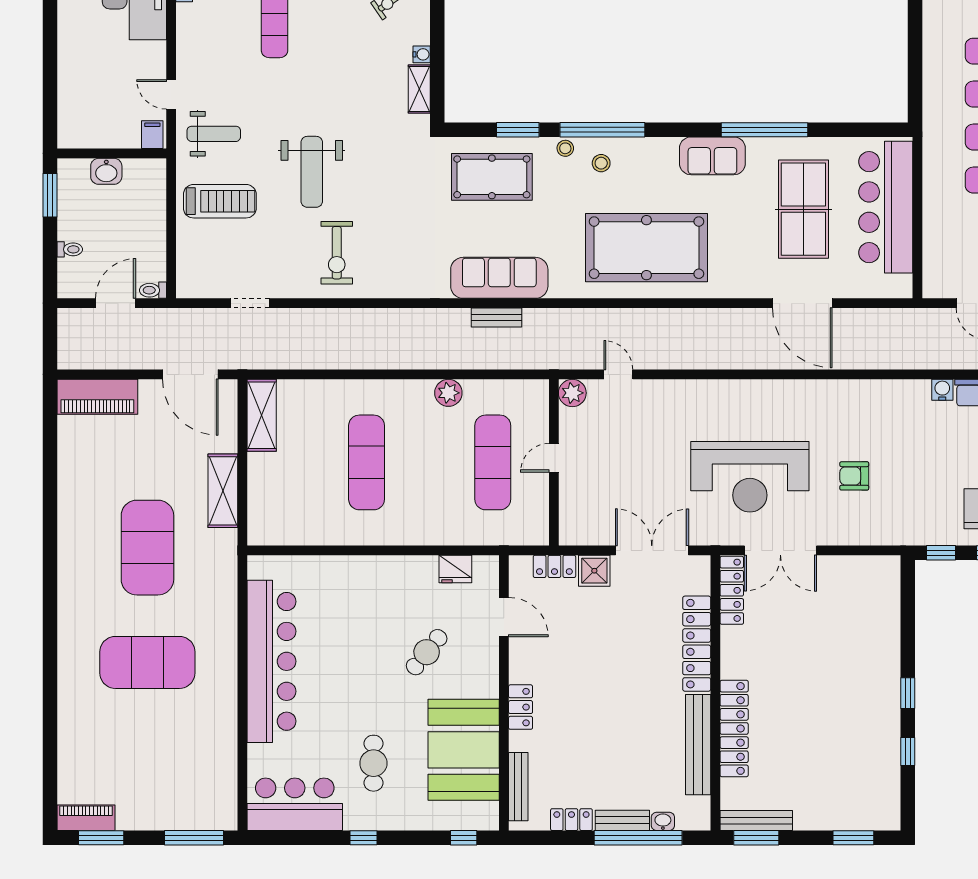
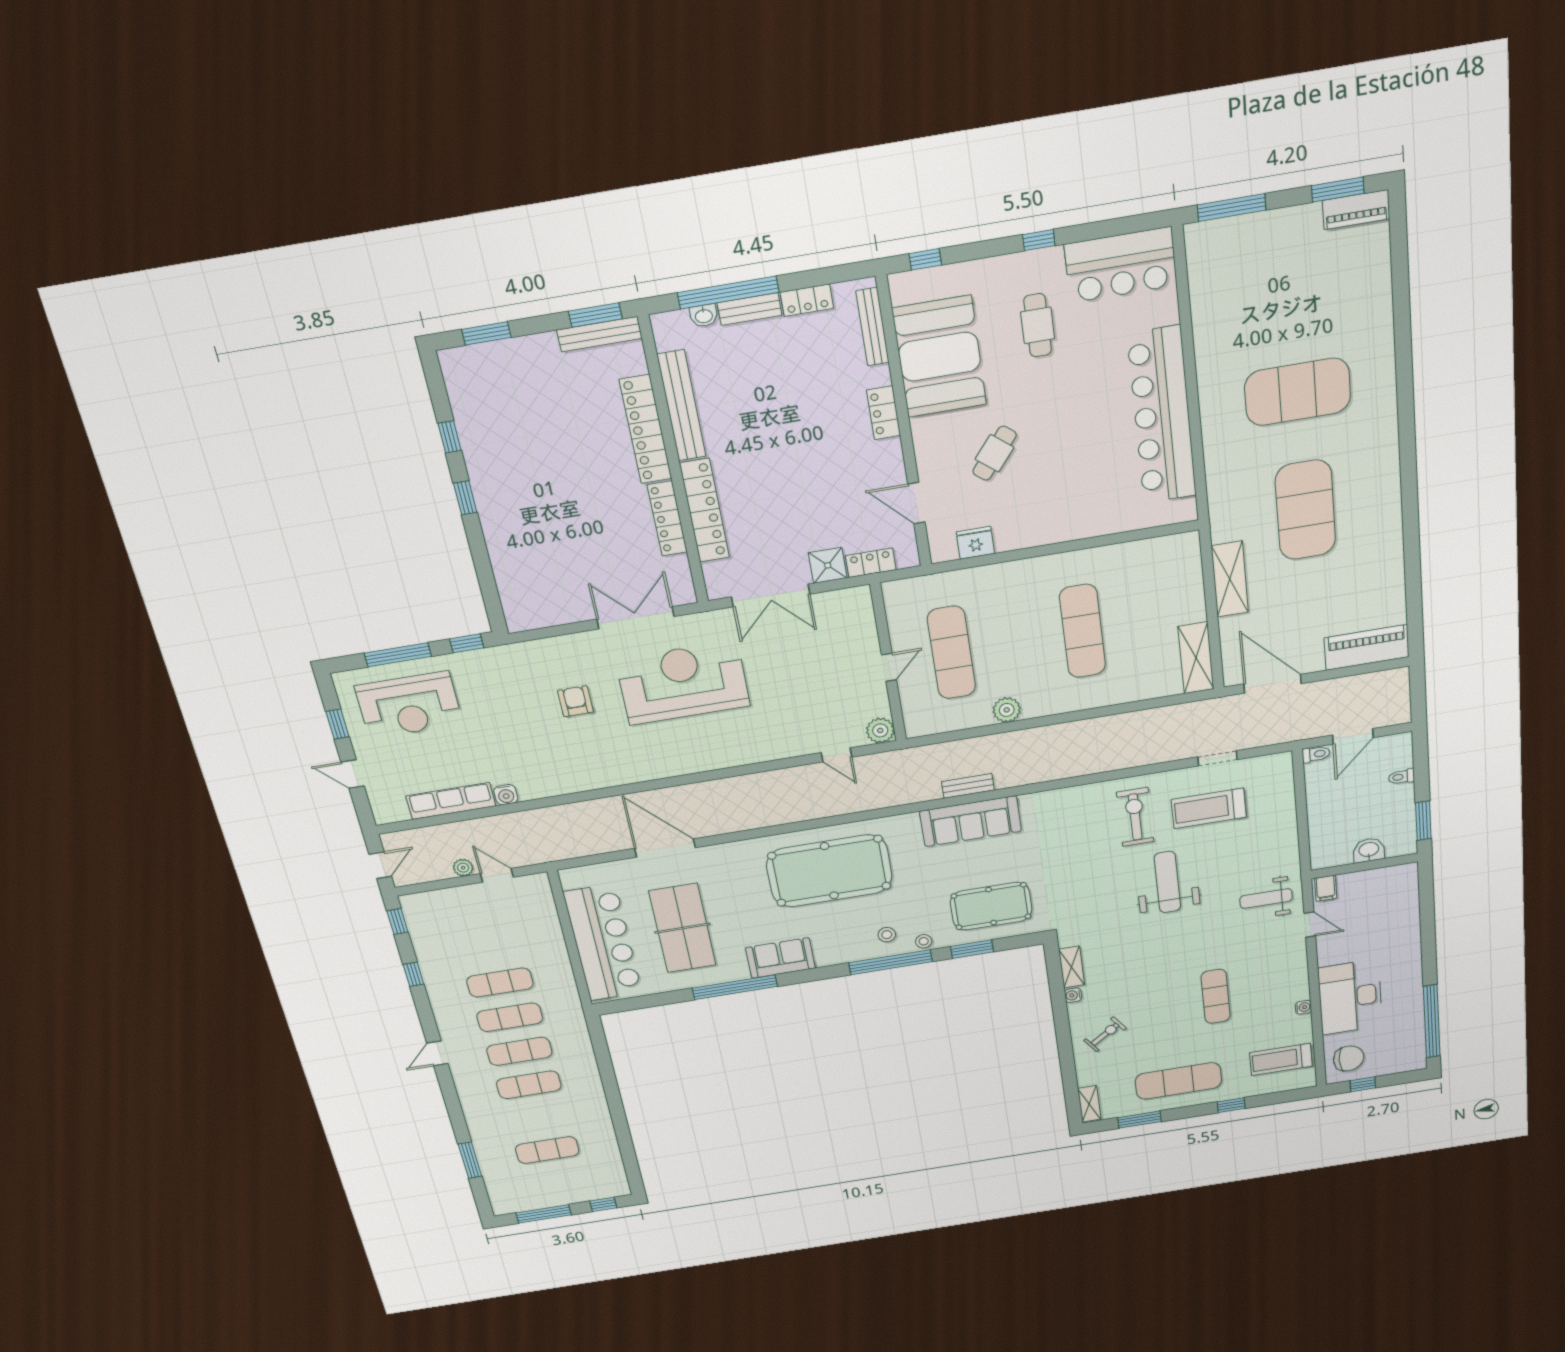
treadmill: (220, 201) -> (1209, 808), moved
armchair: (854, 476) -> (575, 701), turned -90
locker: (732, 590) -> (667, 518), moved

